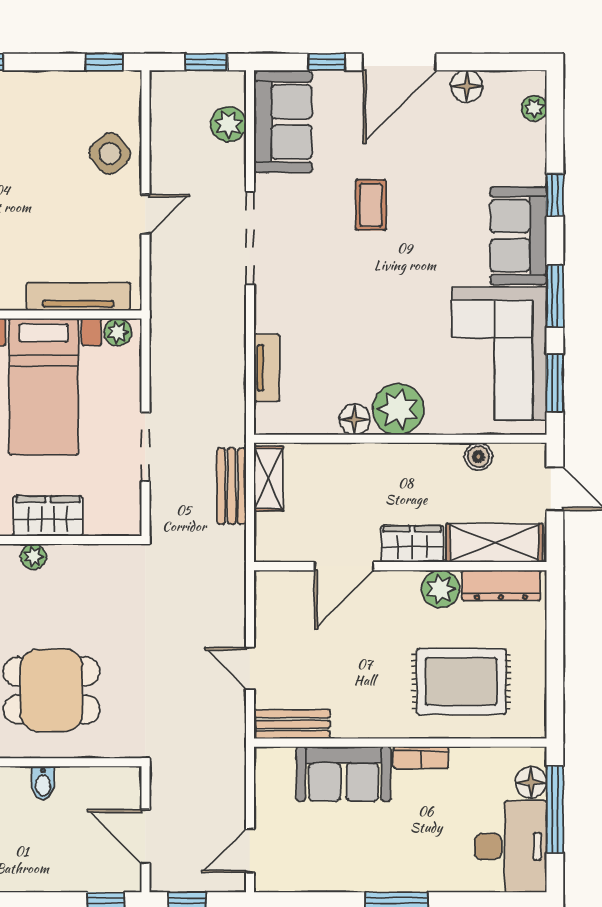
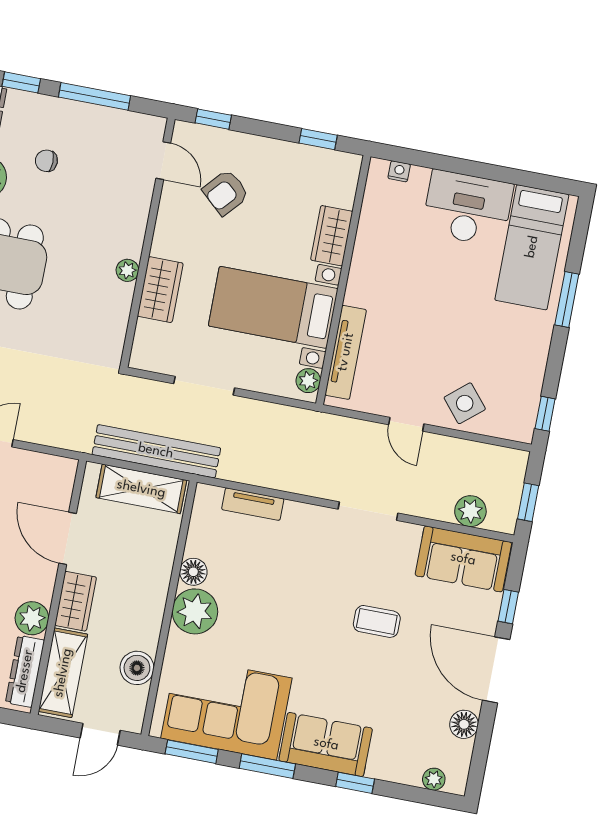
doorway: (250, 238) -> (368, 511), width x0.73
boiler: (478, 457) -> (137, 668), width x1.36, depth x1.36
shelving: (269, 479) -> (141, 489), width x1.50, depth x1.33
bench: (232, 486) -> (156, 451), width x1.86, depth x1.21

